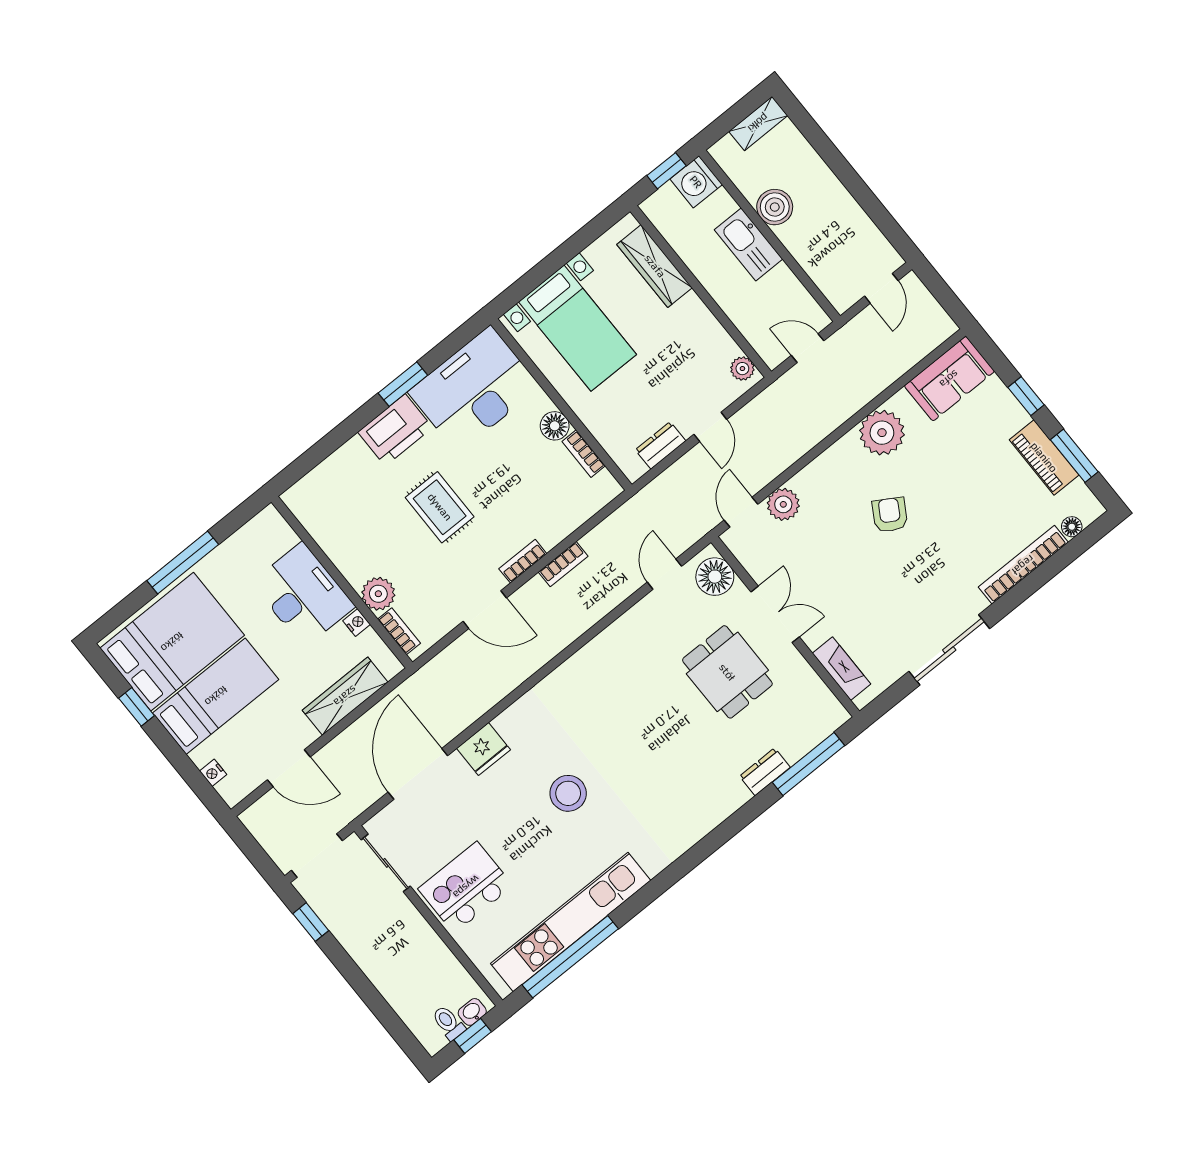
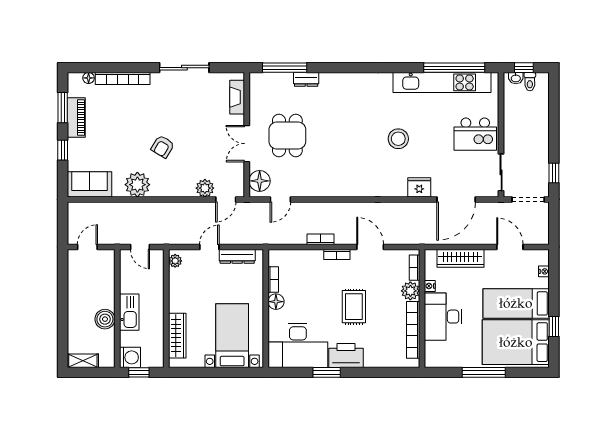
dresser: (661, 445) -> (237, 256), width x1.44
bookcase: (330, 542) -> (413, 330), added

